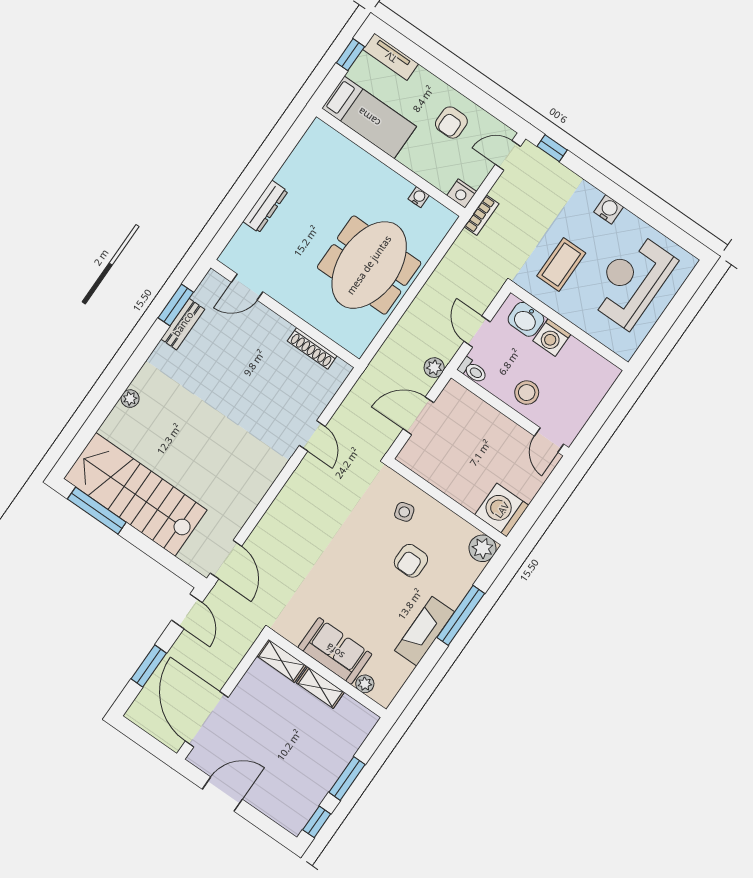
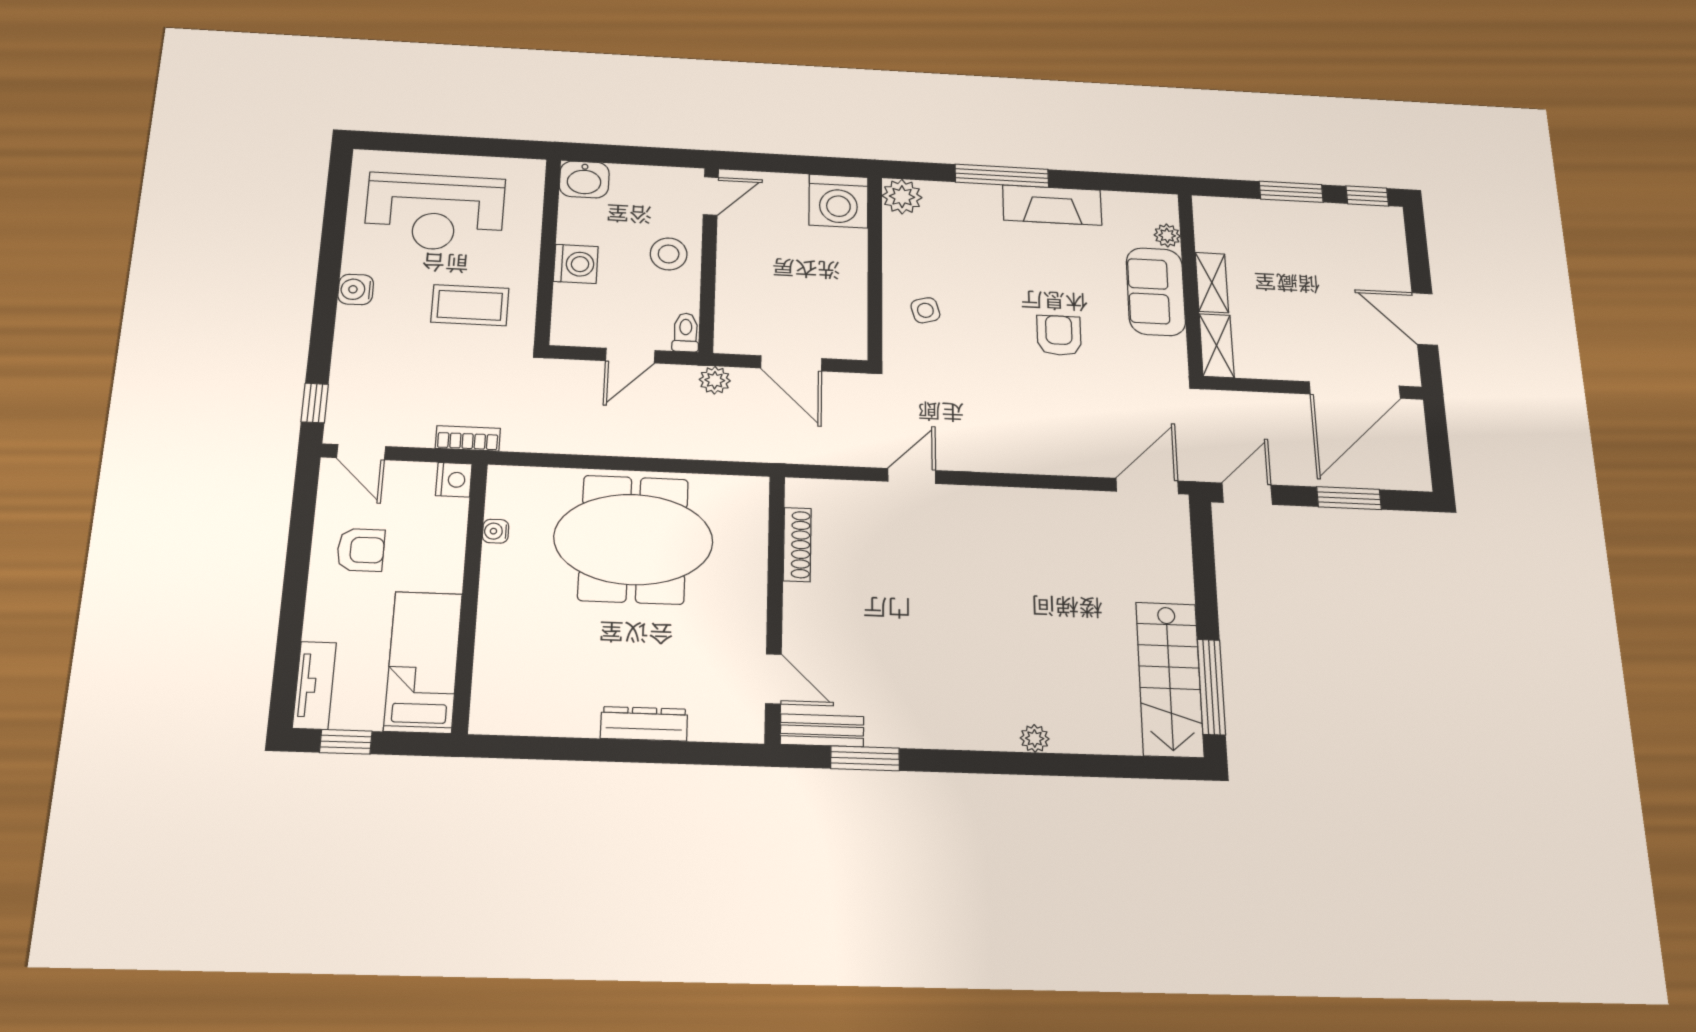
washbasin: (526, 319) -> (584, 179), moved, turned 90
bench: (183, 324) -> (822, 730), moved
stairs: (135, 494) -> (1170, 679), width x0.73, depth x0.66
armchair: (411, 561) -> (1059, 335), moved, turned -90

